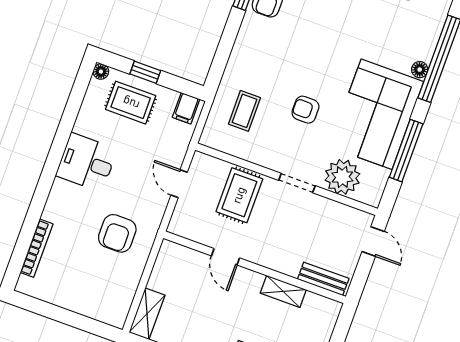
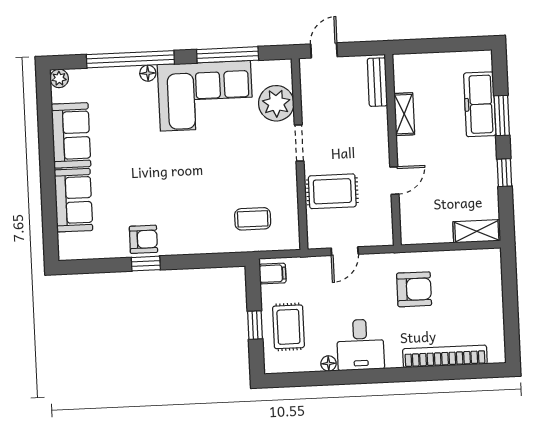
floor lamp: (101, 72) -> (329, 363), moved
armchair: (305, 110) -> (228, 163), removed
bookcase: (37, 248) -> (445, 356), width x1.48, depth x1.31

